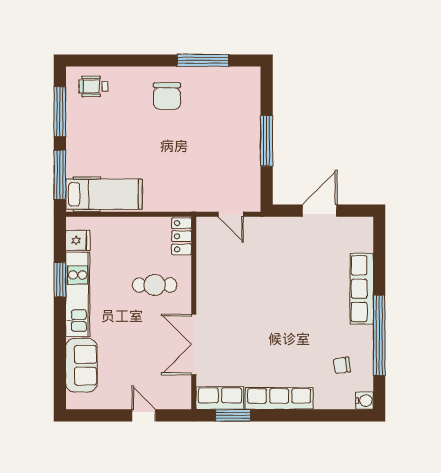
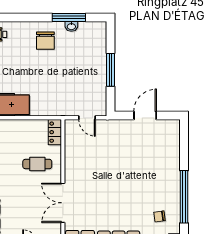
washbasin: (207, 74) -> (71, 26), added
row of seats: (362, 289) -> (173, 166), removed

